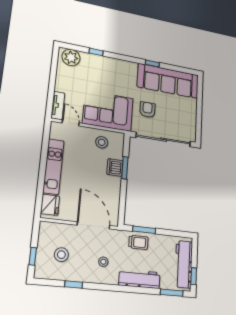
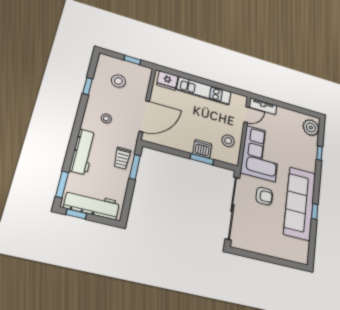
sofa: (168, 81) -> (300, 203), moved
window: (33, 256) -> (132, 60), moved

